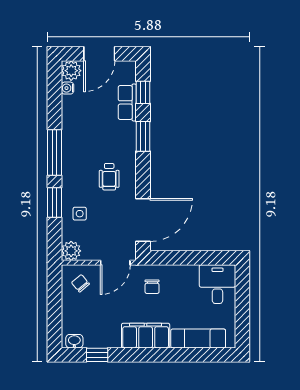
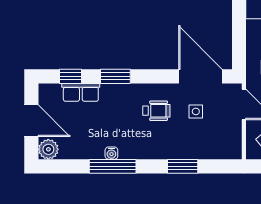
water cooler: (68, 88) -> (111, 153), moved
window: (54, 153) -> (113, 166), moved
side table: (80, 214) -> (196, 111), moved
plant: (71, 251) -> (232, 149), removed

